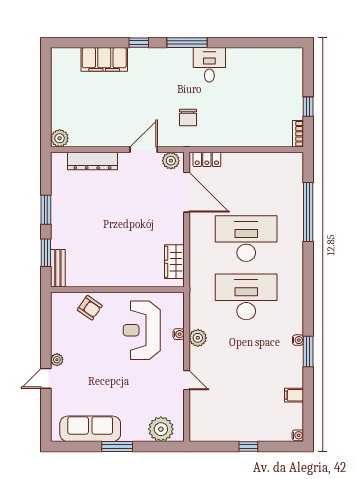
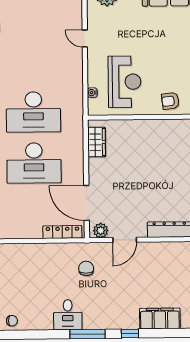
chair: (273, 59) -> (12, 321), added
locker: (207, 159) -> (62, 232), width x1.53
armchair: (90, 308) -> (170, 101), turned -42
water cooler: (179, 334) -> (92, 93), moved
plant: (198, 338) -> (75, 76), removed

